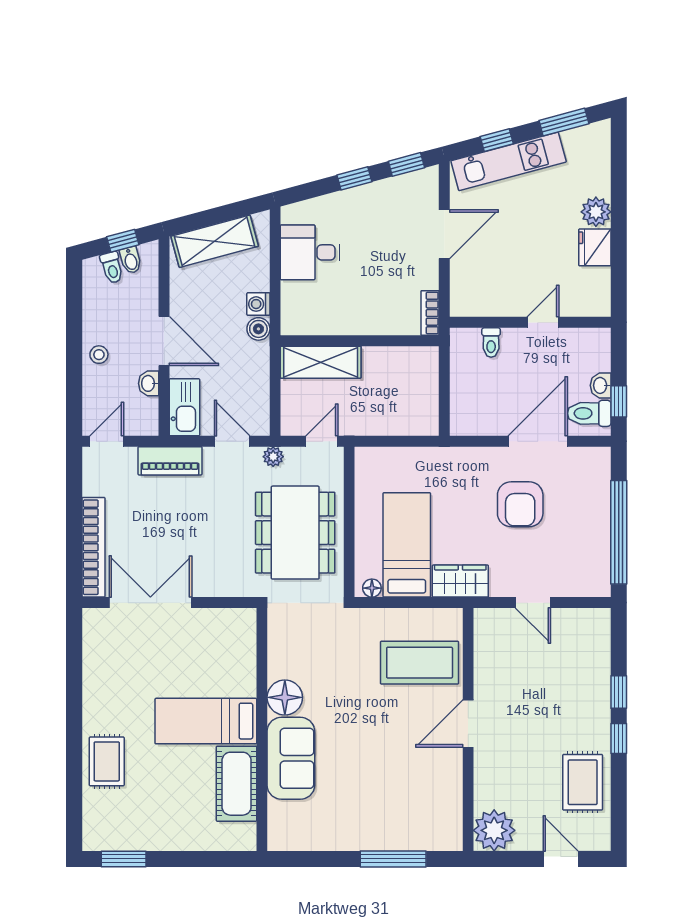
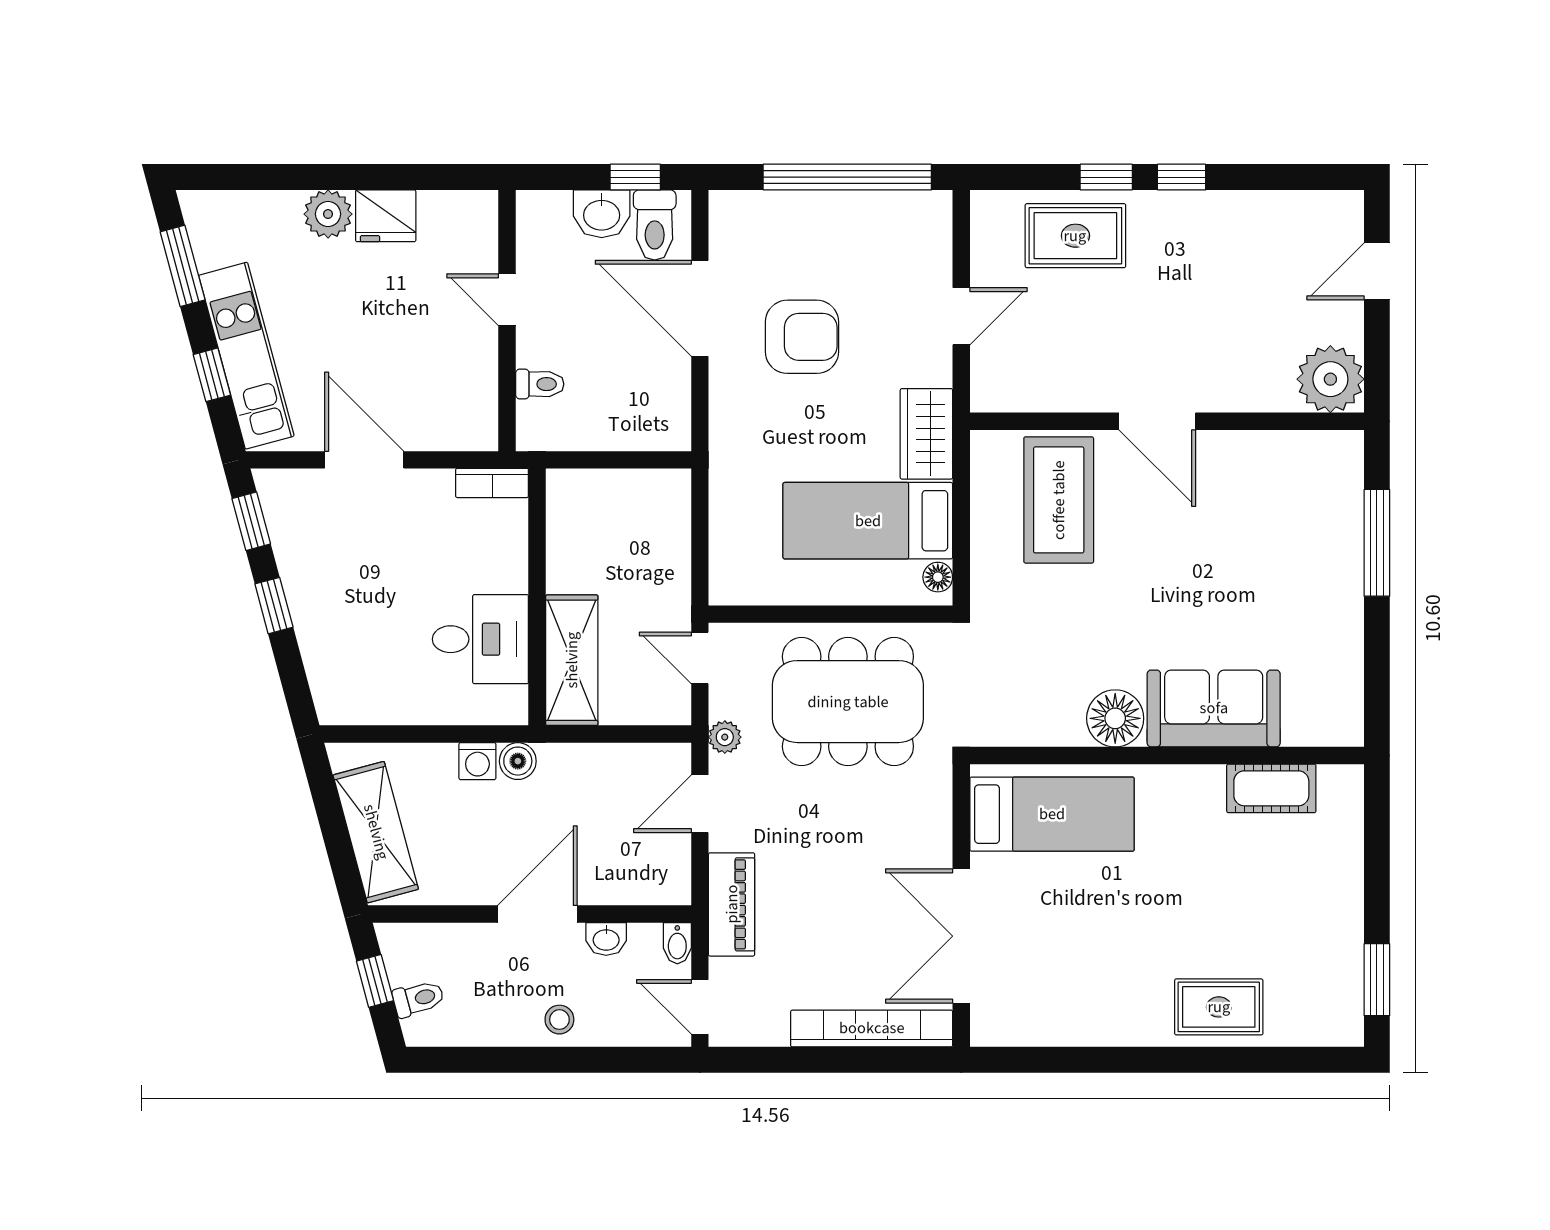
desk: (310, 252) -> (480, 639), moved, turned -90
bidet: (131, 260) -> (677, 943), moved, turned 105
washbasin: (601, 385) -> (602, 214), width x1.38, depth x1.45
kitchen sink: (184, 407) -> (645, 881), removed
bed: (206, 721) -> (1052, 814), moved, turned -90
rug: (583, 782) -> (1075, 236), moved
cot: (237, 784) -> (1271, 788), width x0.73, depth x0.75

